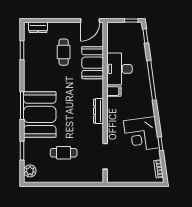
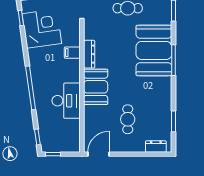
booth: (93, 63) -> (96, 87), moved
filing cabinet: (114, 91) -> (72, 53), moved

